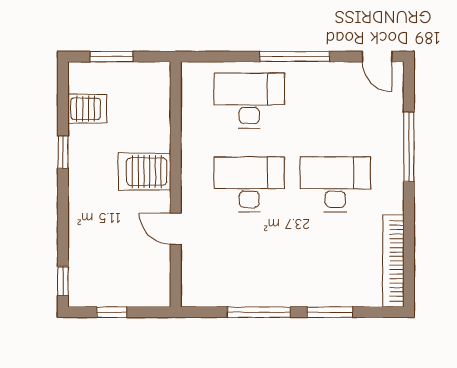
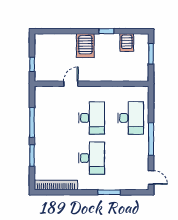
door: (377, 57) -> (151, 177), swing flipped
window: (409, 147) -> (109, 192), width x0.69
server rack: (145, 172) -> (85, 46), moved, turned 180
window: (63, 281) -> (47, 31), removed
window: (112, 312) -> (32, 64), moved

